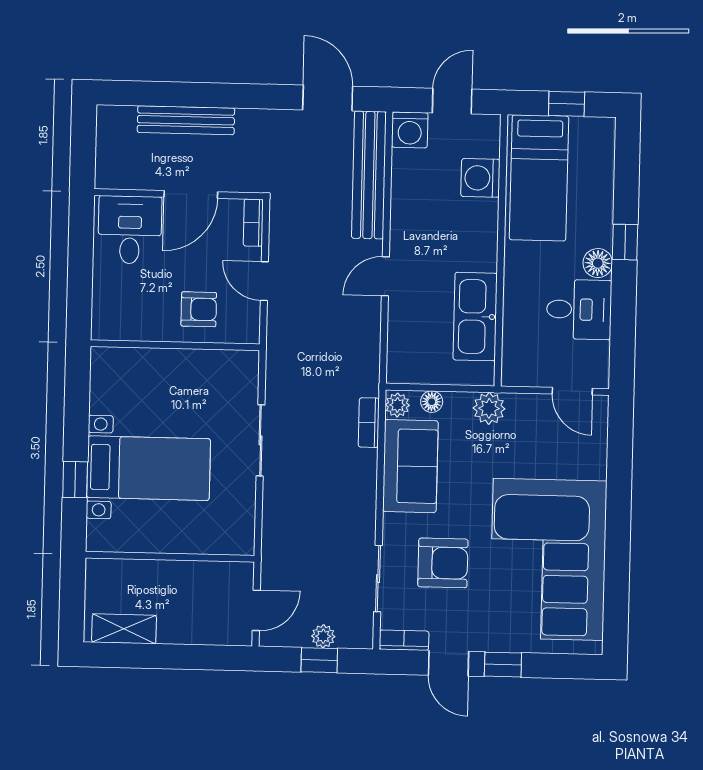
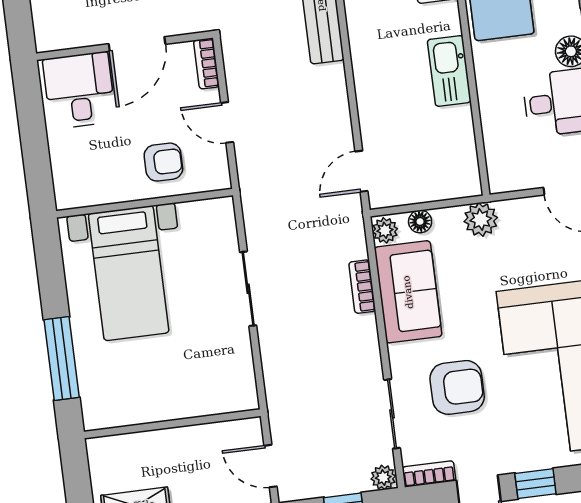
door: (385, 276) -> (361, 171), moved
kitchen sink: (475, 317) -> (449, 71), moved, width x0.73, depth x0.81
bookcase: (369, 423) -> (362, 287), moved
bed with nightstands: (149, 468) -> (129, 273), moved, turned 90
window: (75, 480) -> (62, 359), width x2.17
door: (256, 610) -> (271, 466), swing flipped
plant: (323, 636) -> (383, 477), moved

